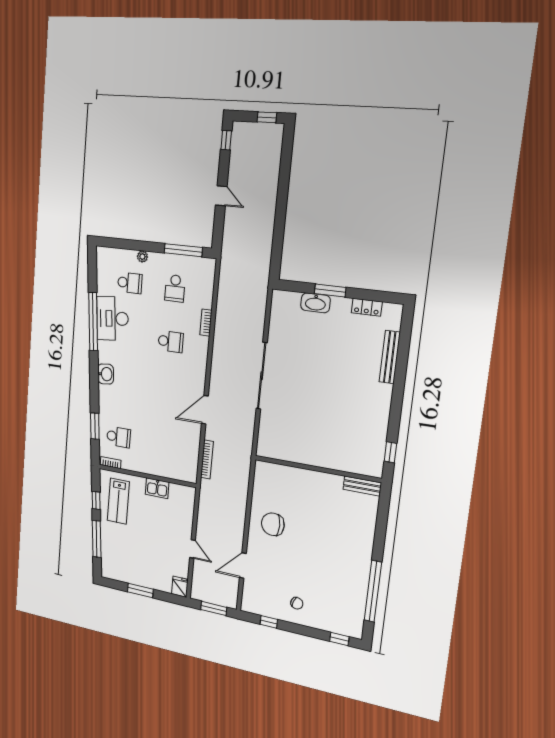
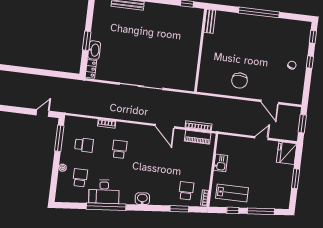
door: (221, 196) -> (43, 113), moved
locker: (367, 307) -> (91, 69), moved
piano: (191, 457) -> (198, 137), added
fridge: (180, 587) -> (287, 153), width x1.88, depth x1.34
window: (373, 591) -> (259, 12), moved
window: (269, 622) -> (310, 62), moved

